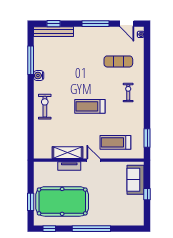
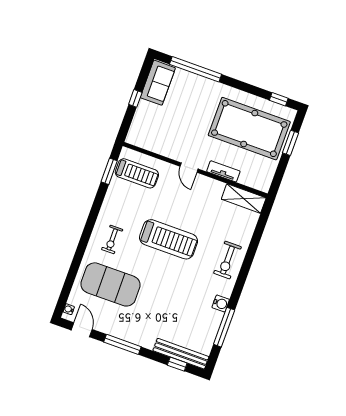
exercise mat: (118, 61) -> (111, 284), width x2.00, depth x1.45
treadmill: (90, 106) -> (169, 239), width x1.37, depth x1.38
treadmill: (115, 142) -> (137, 173), moved
shelving: (68, 153) -> (244, 198), moved
sofa: (136, 180) -> (158, 83), moved
window: (91, 229) -> (196, 69), moved

